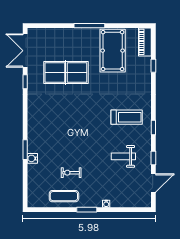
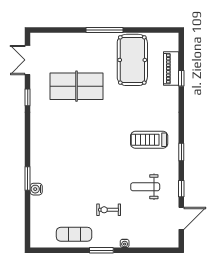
piano: (145, 42) -> (171, 69), moved
double door: (25, 51) -> (28, 60), width x0.73
treadmill: (127, 117) -> (149, 140), turned 180
exercise bike: (71, 173) -> (109, 210), moved

